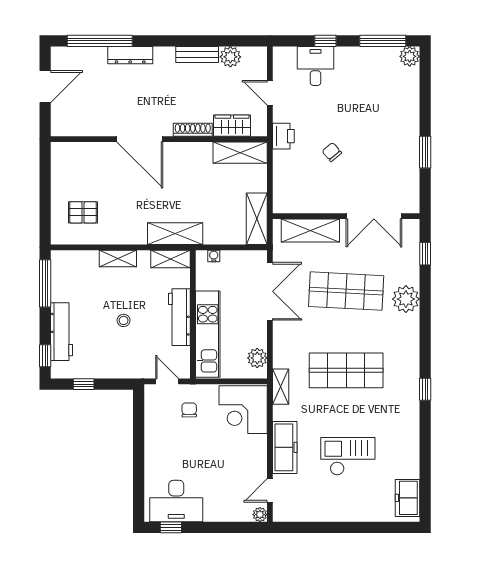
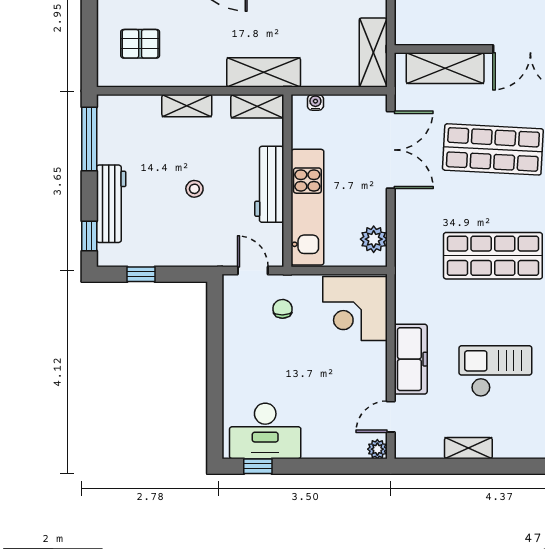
shelving: (281, 387) -> (468, 448), moved, turned 90

